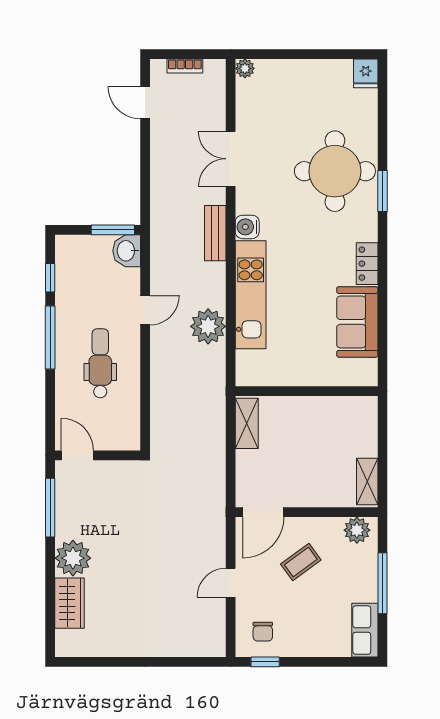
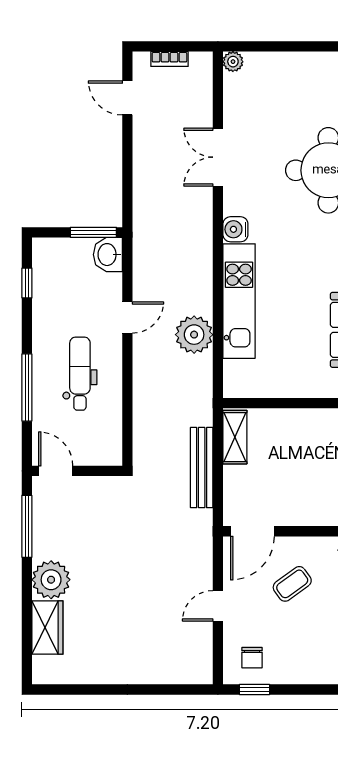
bench: (215, 233) -> (202, 468), moved, width x1.36
window: (50, 337) -> (27, 387), moved

